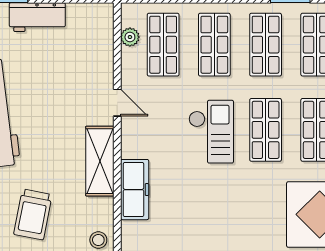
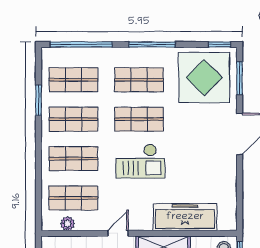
checkout: (211, 132) -> (140, 161), turned 180
freezer: (135, 190) -> (185, 217), width x1.36, depth x1.26

